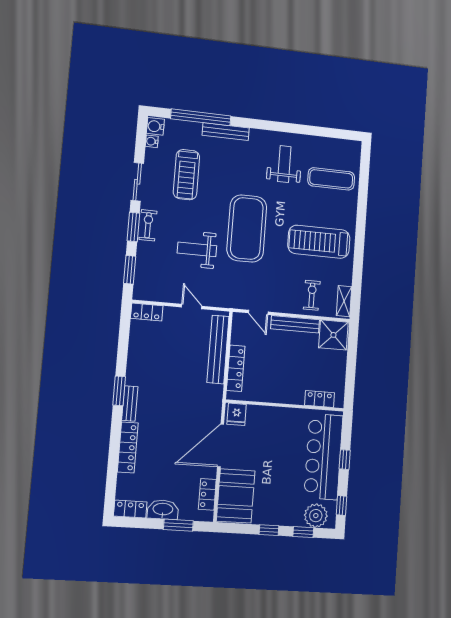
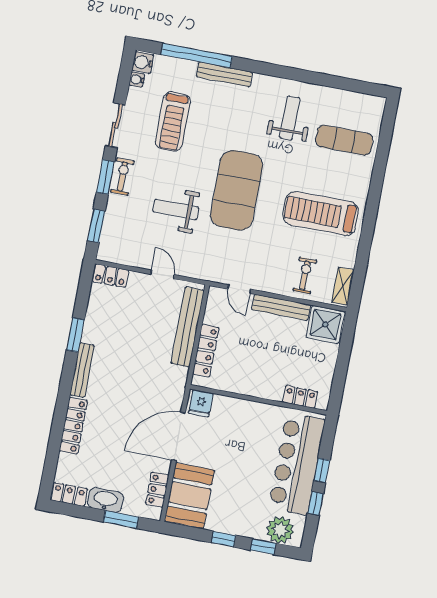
window: (119, 391) -> (75, 335), moved
bench: (130, 404) -> (82, 370), width x1.36
window: (342, 506) -> (315, 503), moved

